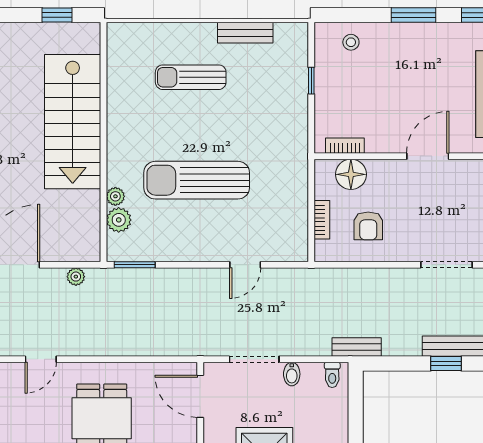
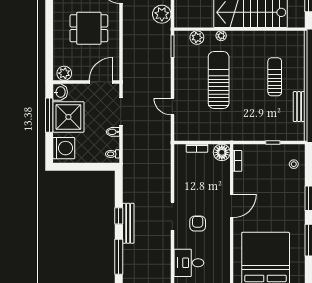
door: (428, 156) -> (232, 206), hinge flipped
floor lamp: (351, 174) -> (222, 152), moved
plant: (115, 196) -> (221, 36), moved
armchair: (368, 226) -> (198, 224), moved, turned 90
plant: (76, 277) -> (162, 14), width x1.88, depth x1.88
bench: (357, 347) -> (128, 167), removed

